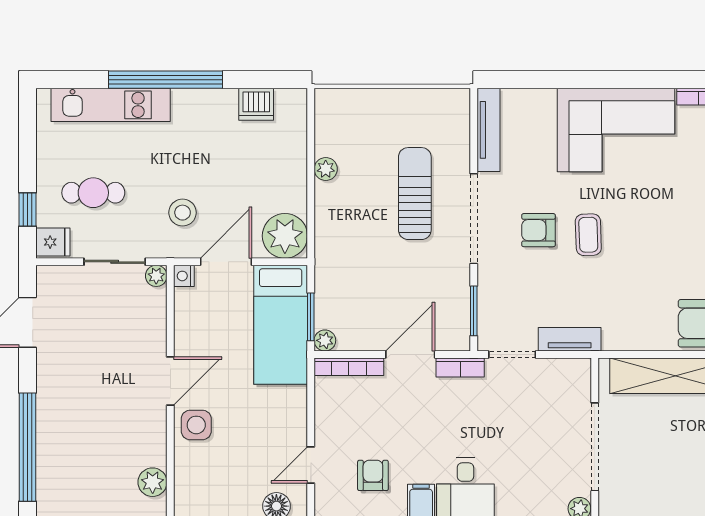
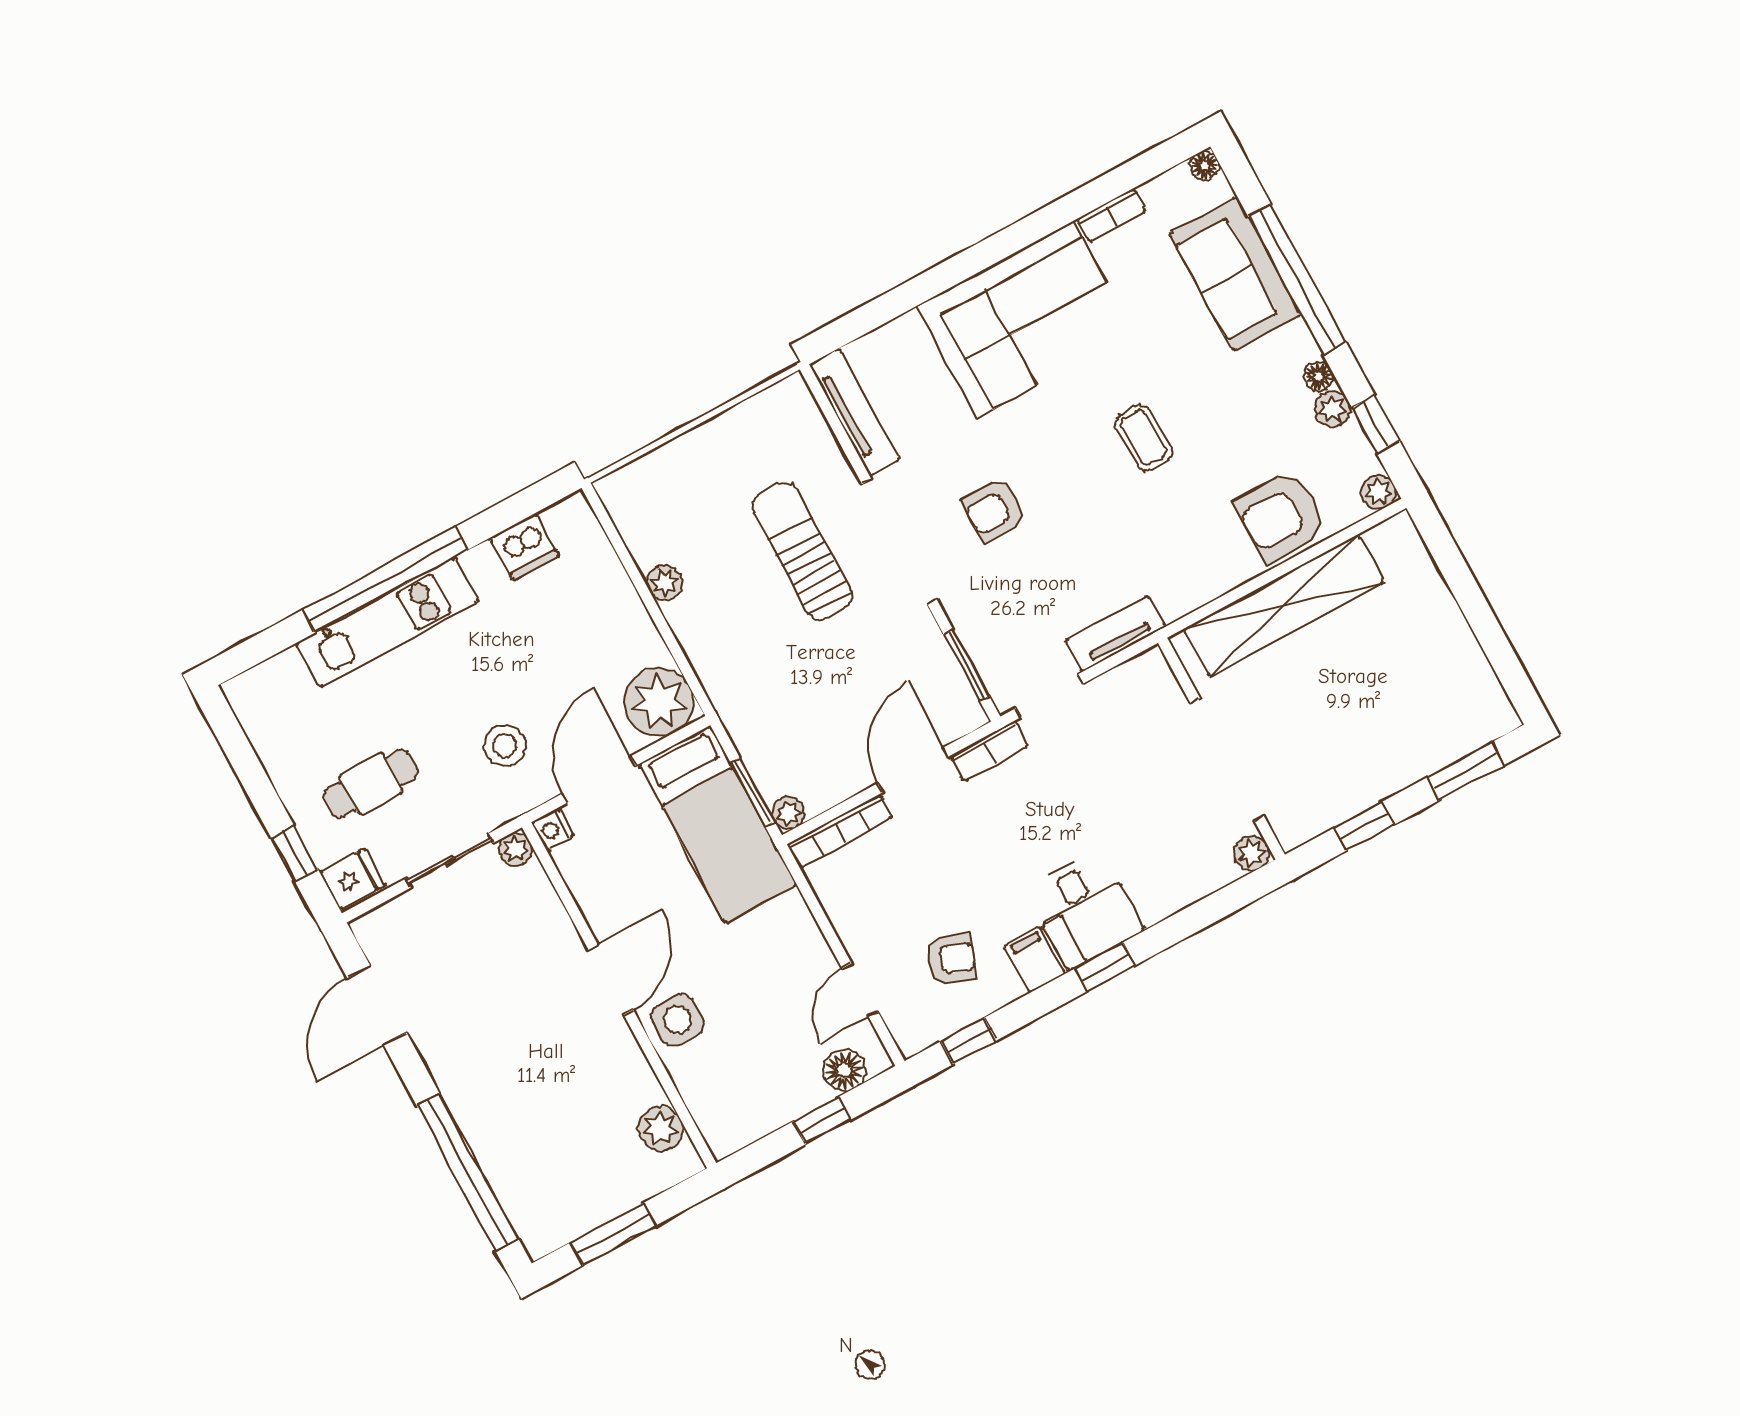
kitchen unit: (111, 105) -> (387, 622), moved
coffee table: (588, 235) -> (1144, 438), moved
armchair: (373, 475) -> (951, 959), turned 110

